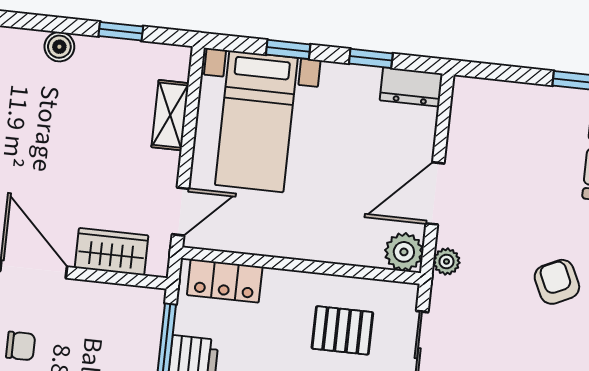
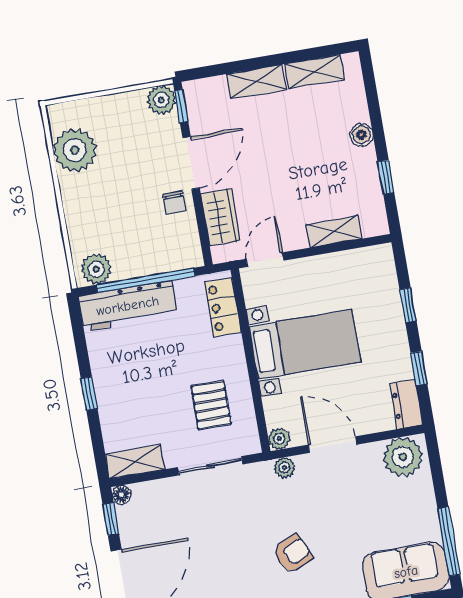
plant: (475, 110) -> (403, 457), added
bed with nightstands: (256, 121) -> (305, 344), moved, turned 180
door: (181, 212) -> (265, 260), swing flipped
plant: (404, 252) -> (279, 439), width x0.73, depth x0.73
chair: (21, 346) -> (174, 203), moved

